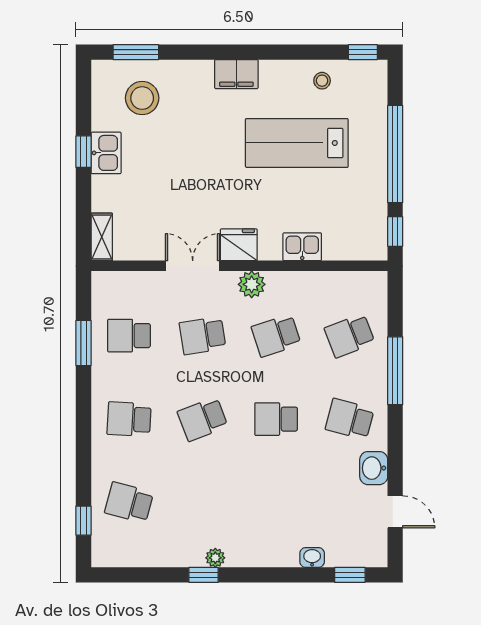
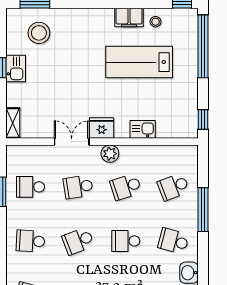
filing cabinet: (236, 74) -> (129, 17), moved
window: (395, 154) -> (203, 46), moved

